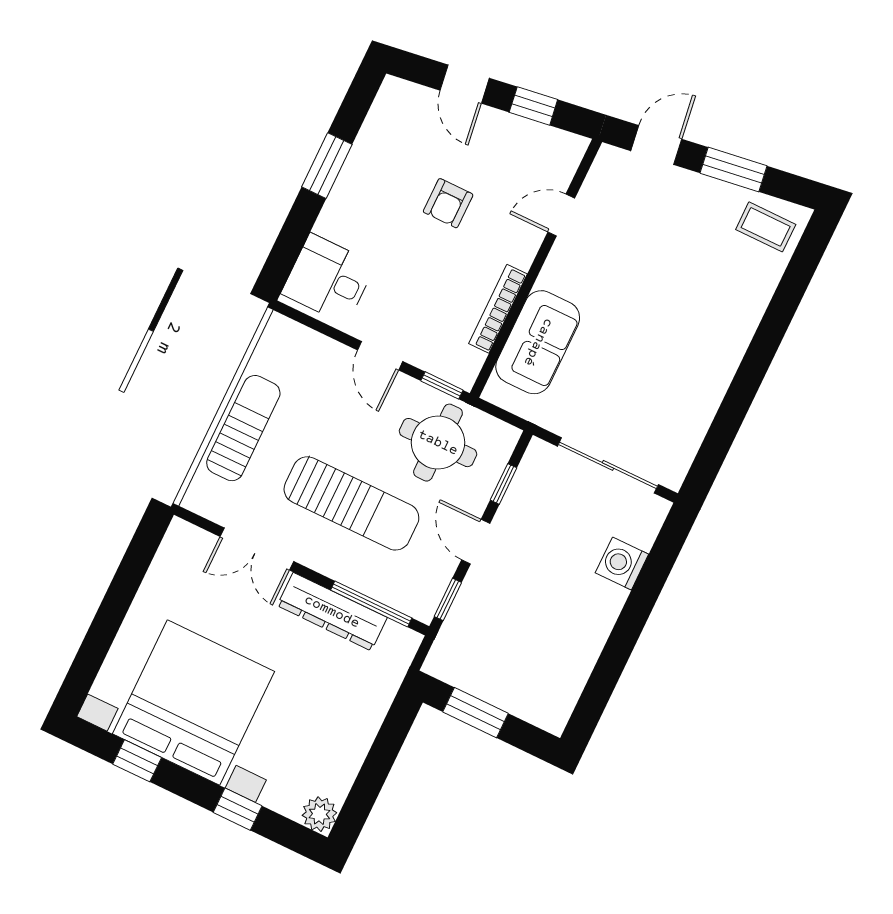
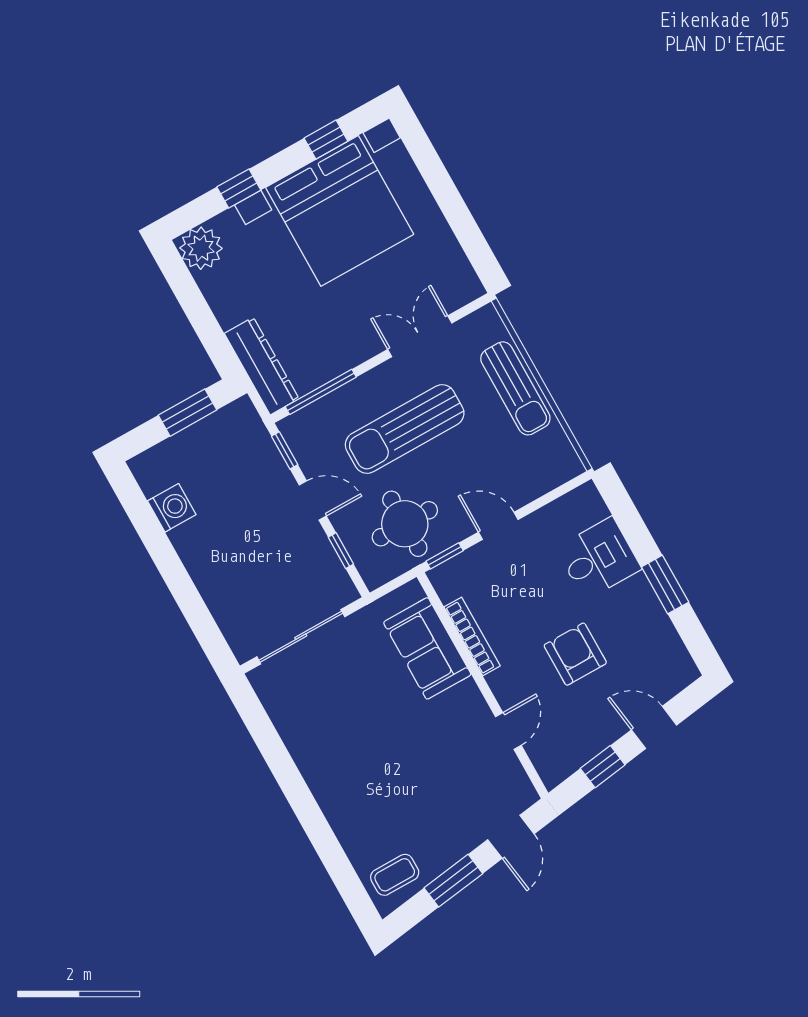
armchair: (448, 203) -> (575, 654), width x1.38, depth x1.38
desk: (328, 279) -> (599, 558), moved
washing machine: (622, 563) -> (172, 508), moved
dresser: (332, 612) -> (262, 366), moved, turned 90
plant: (319, 814) -> (201, 248), width x1.36, depth x1.36

